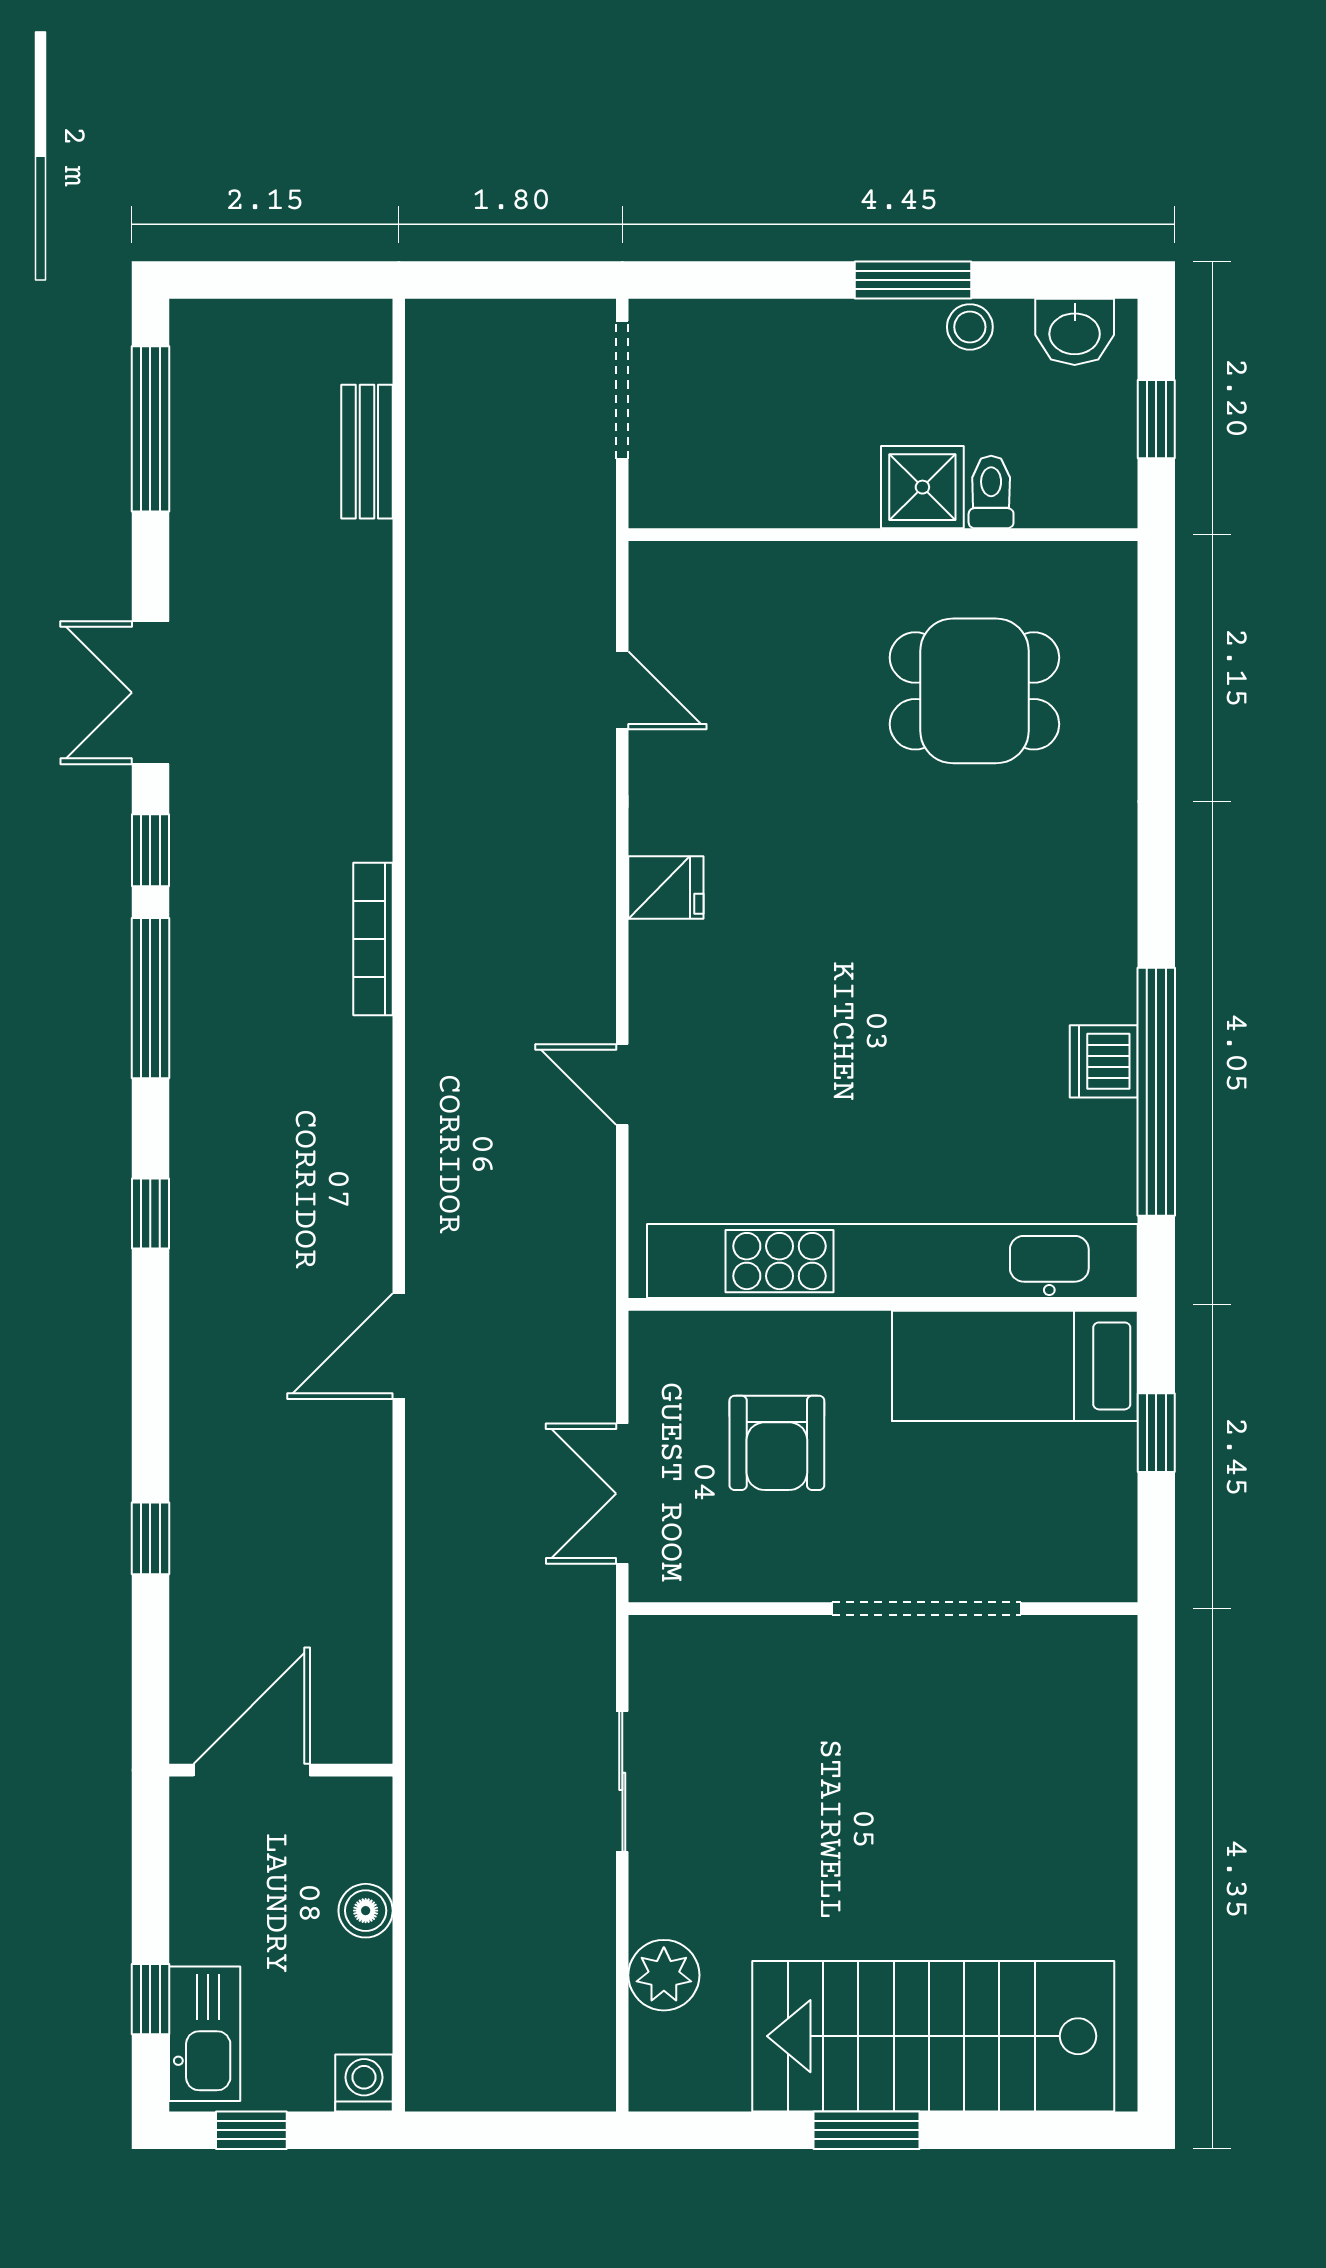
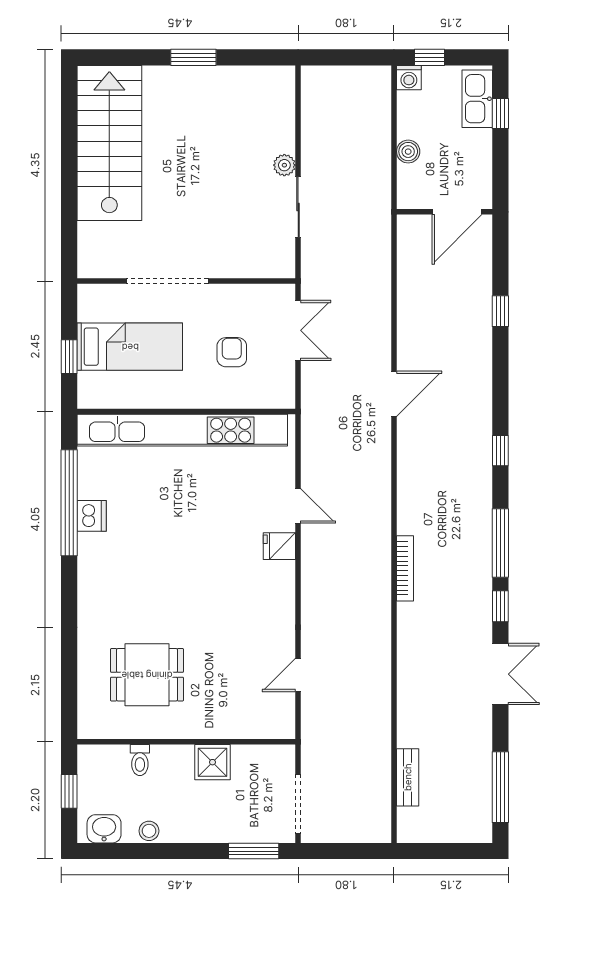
window: (913, 280) -> (254, 851), moved
shower: (922, 487) -> (212, 762), moved
door: (622, 690) -> (298, 675), hinge flipped
fridge: (666, 887) -> (279, 546), moved
bed: (1015, 1366) -> (130, 347), moved
armchair: (777, 1443) -> (232, 352), width x0.72, depth x0.72
plant: (664, 1975) -> (284, 165), moved, width x0.73, depth x0.73
stairs: (933, 2036) -> (109, 143), moved, turned -90
window: (251, 2130) -> (429, 57), moved

